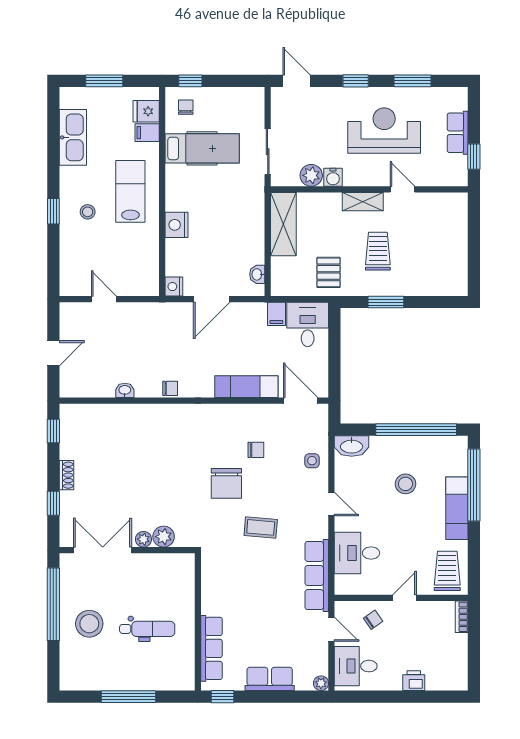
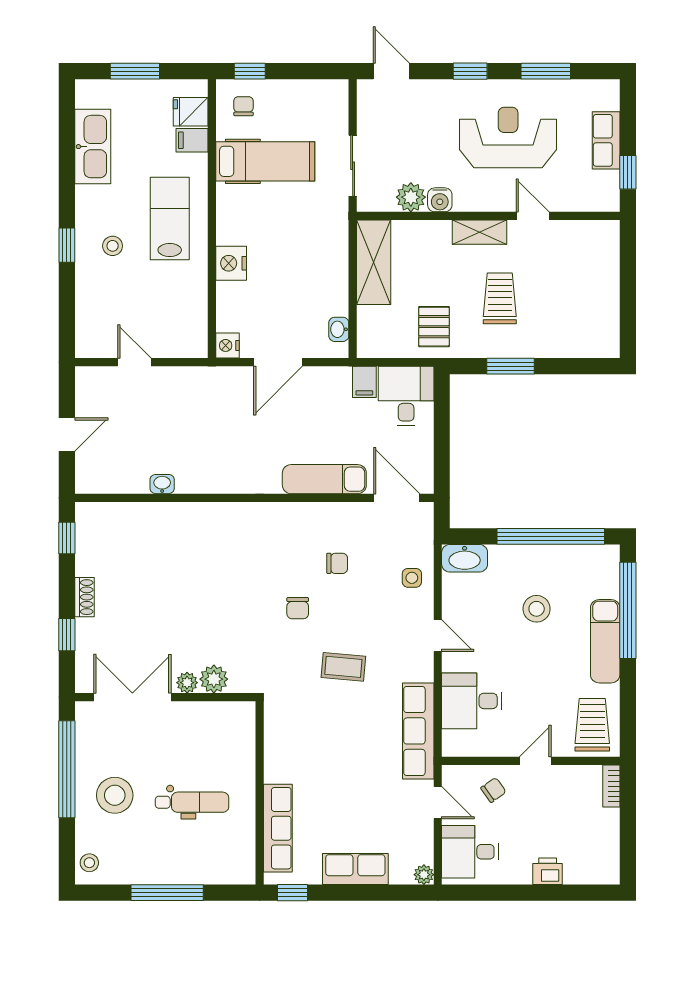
chair: (170, 388) -> (223, 481), removed
chair: (226, 483) -> (298, 608), width x0.54, depth x0.54
stool: (70, 674) -> (89, 863), added

